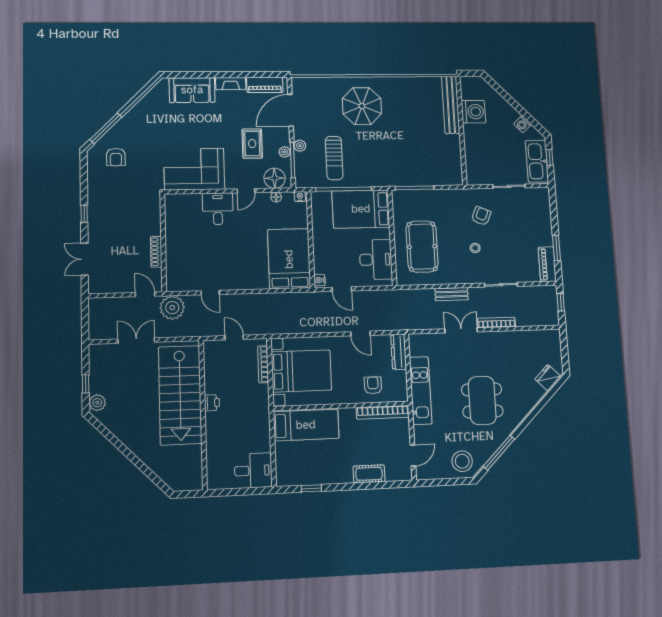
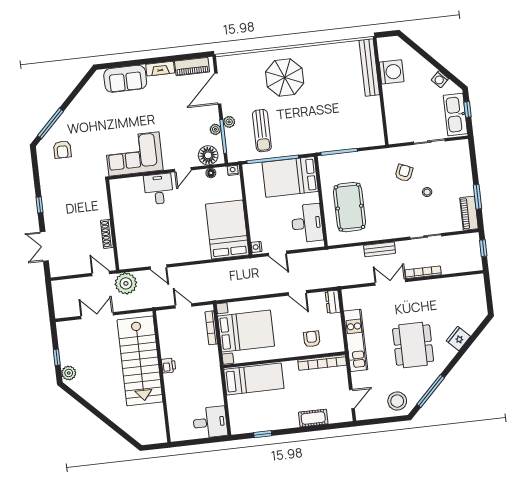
rug: (252, 144) -> (185, 124), removed
stool: (475, 248) -> (427, 192), moved
dresser: (399, 352) -> (333, 302), width x0.70
fridge: (548, 378) -> (458, 339), moved

